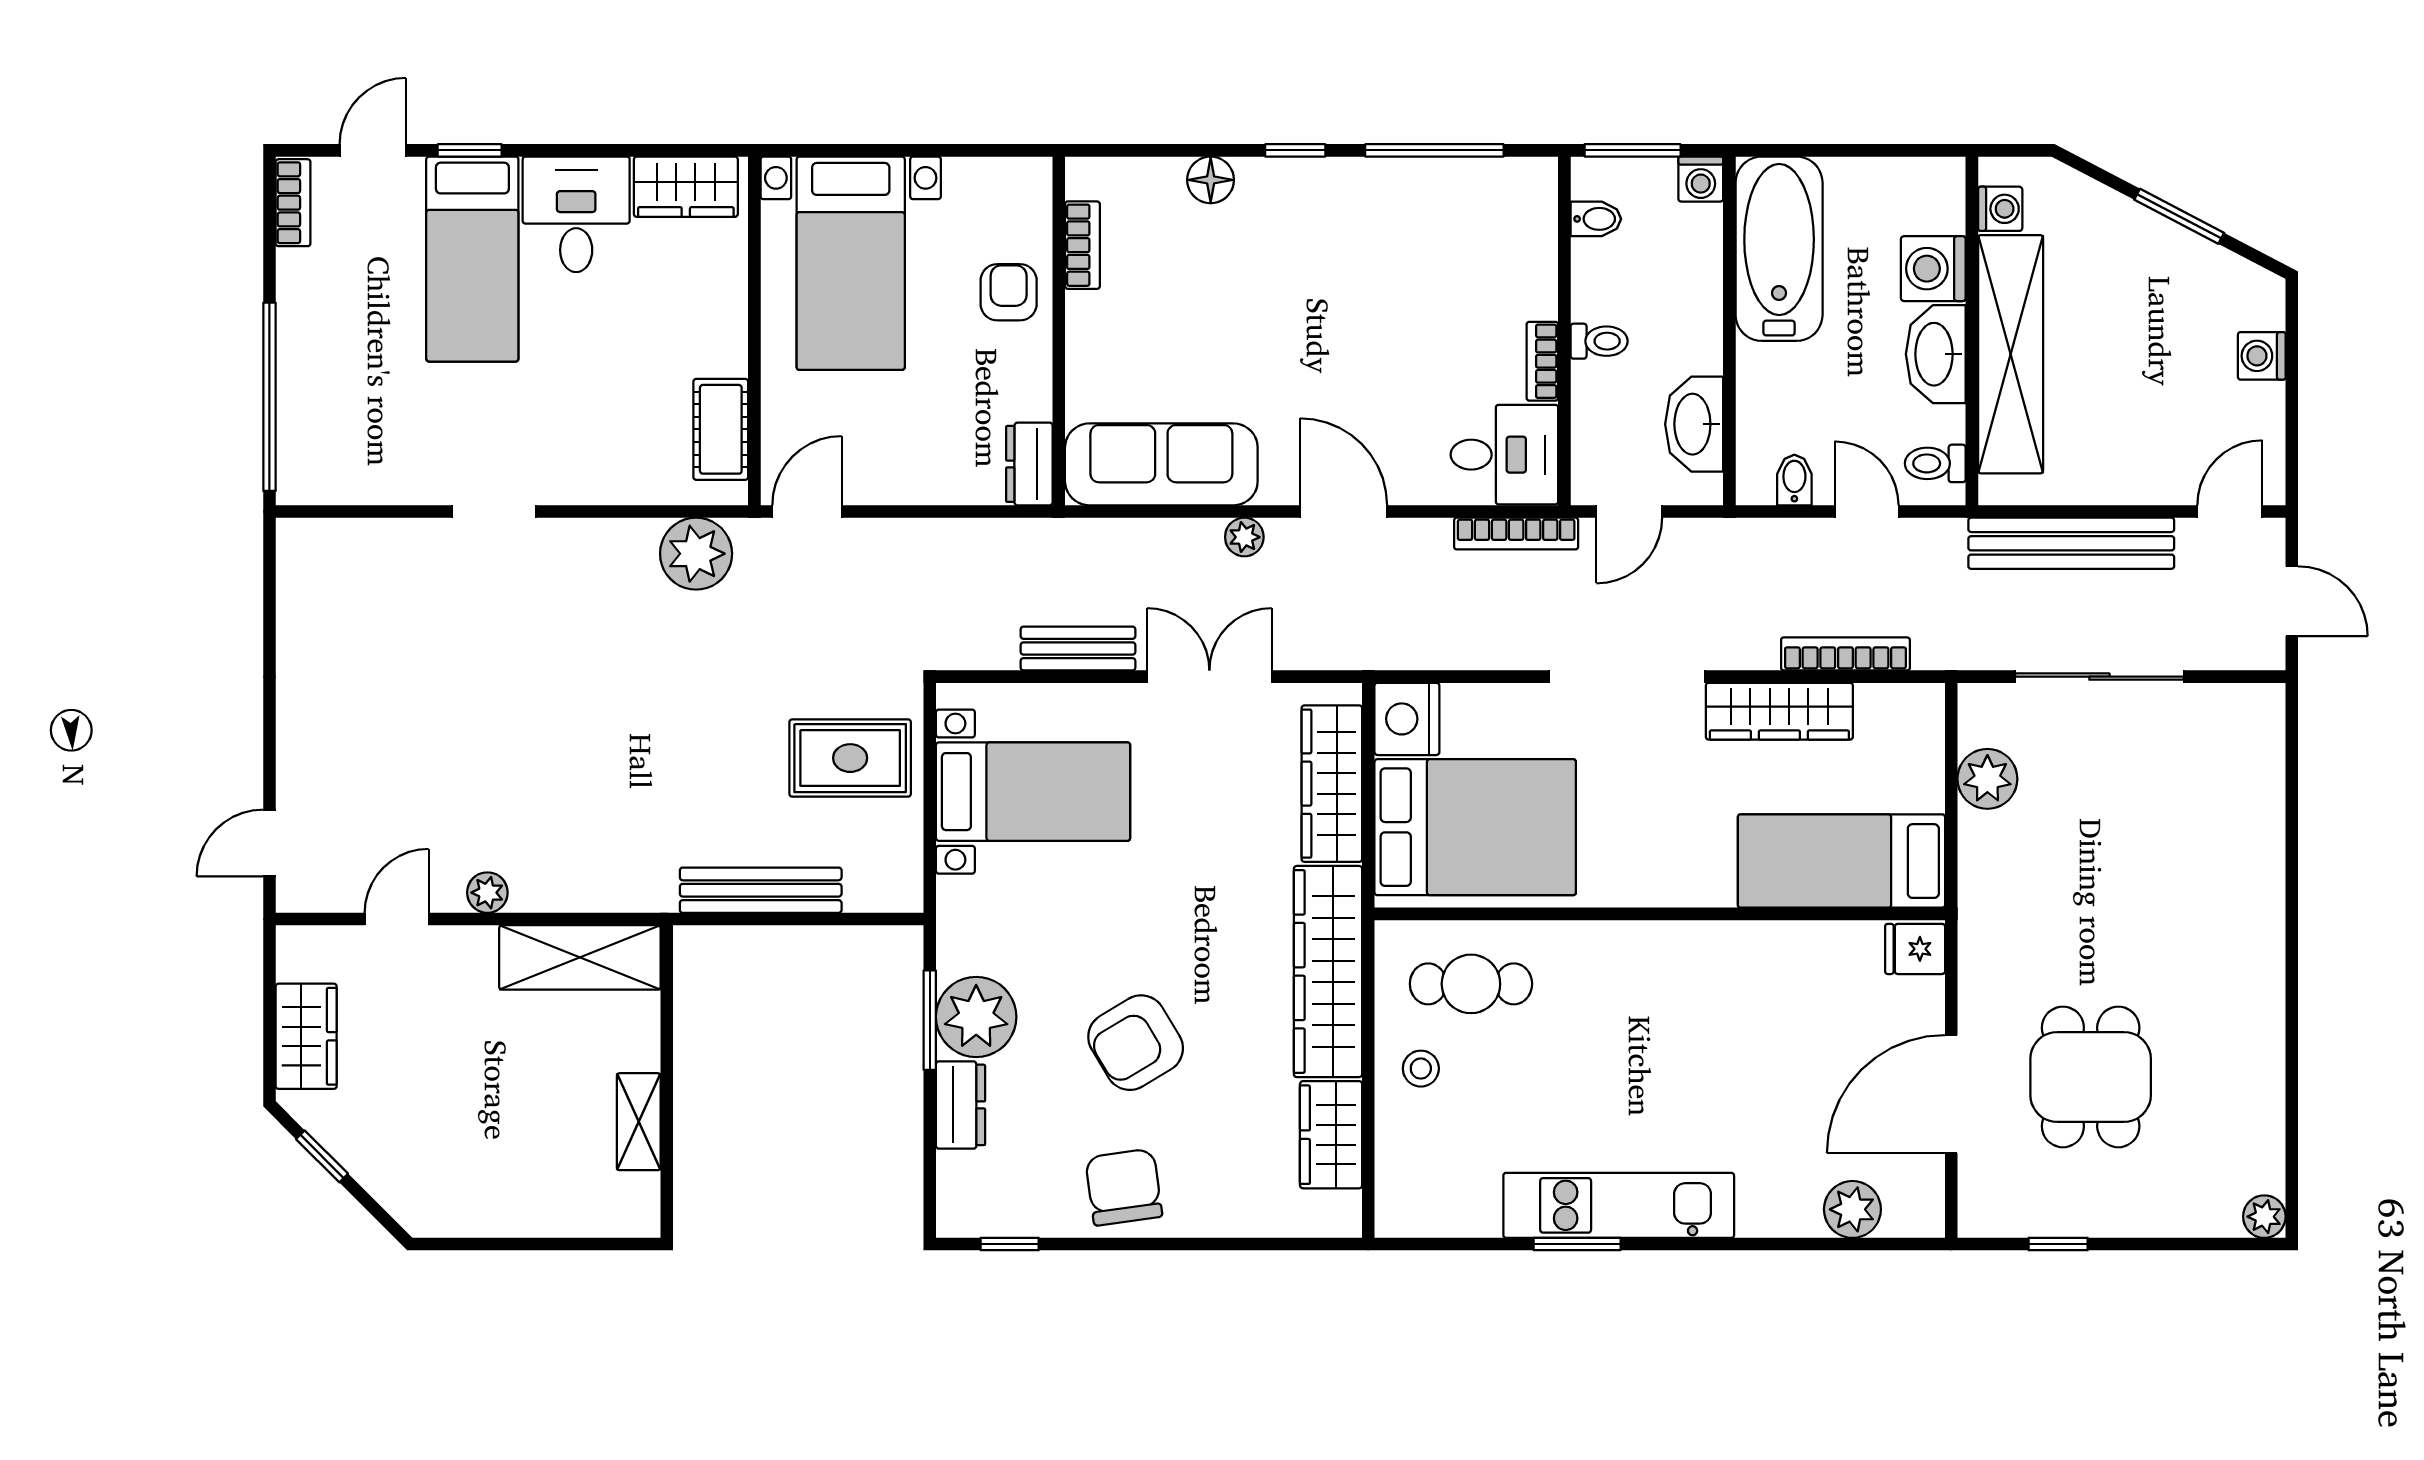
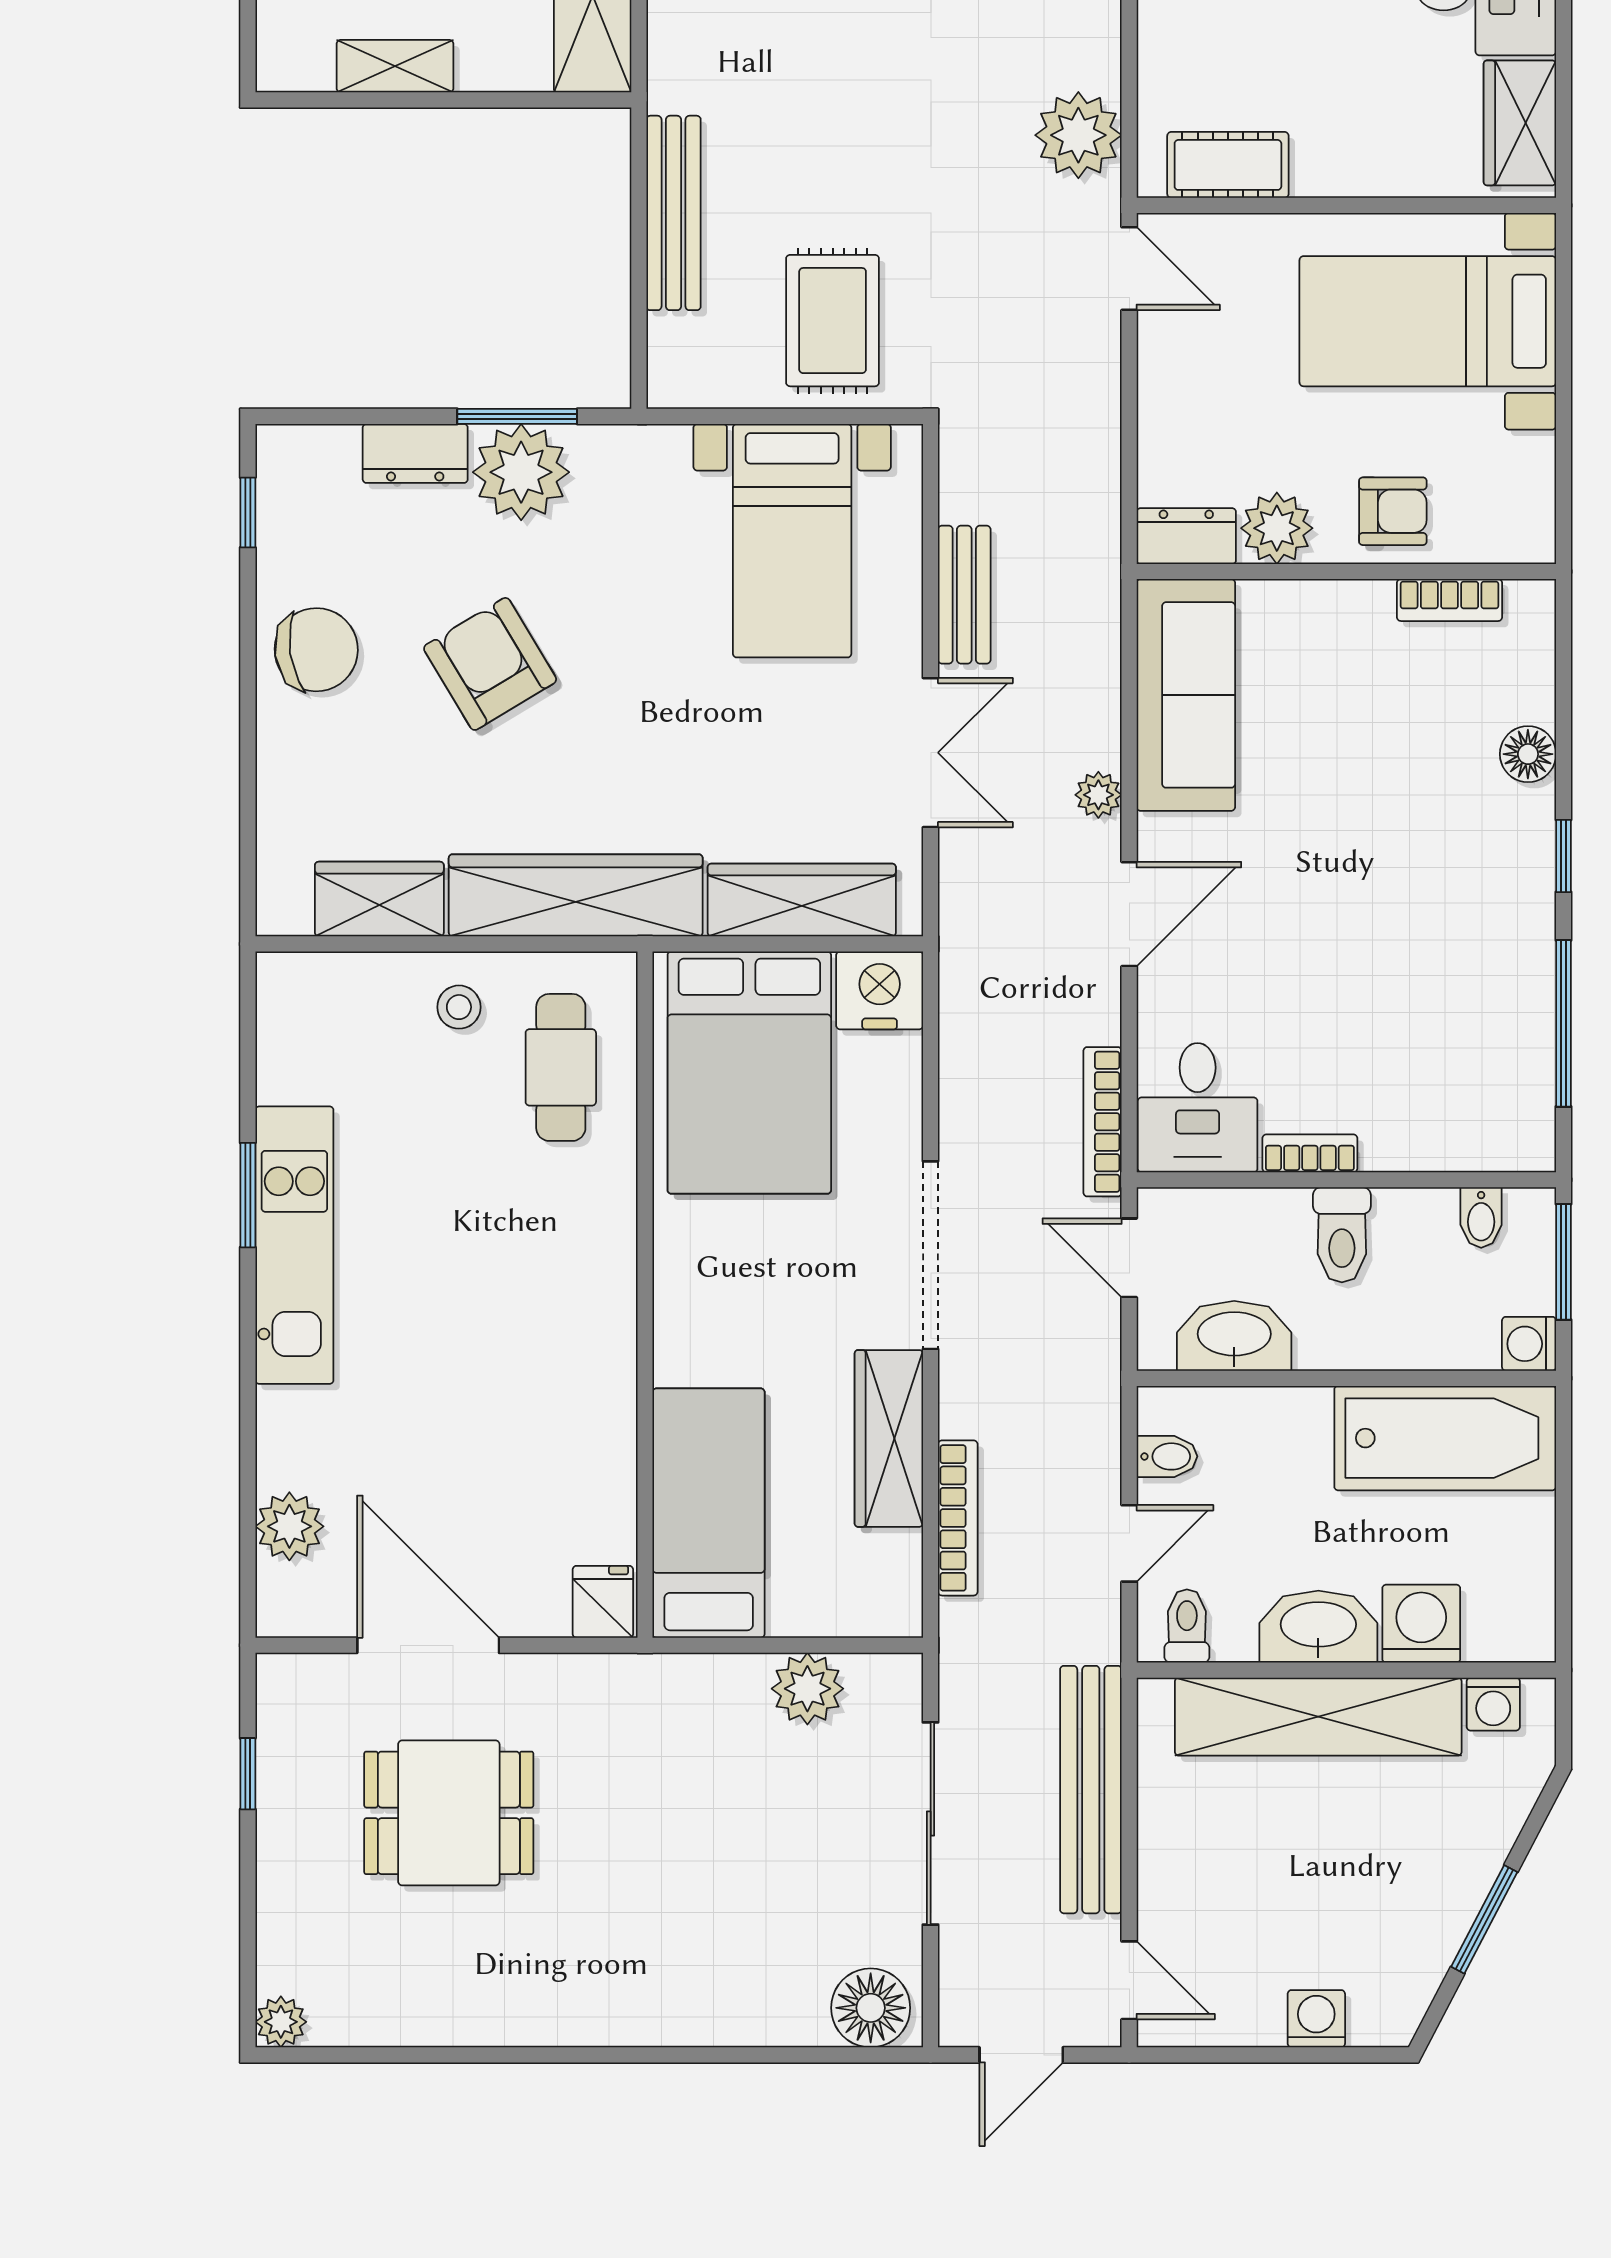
toilet: (1599, 341) -> (1342, 1235), width x1.37, depth x1.39
plant: (1023, 389) -> (1277, 528), added
floor lamp: (2253, 726) -> (871, 2008), added

